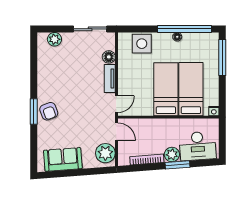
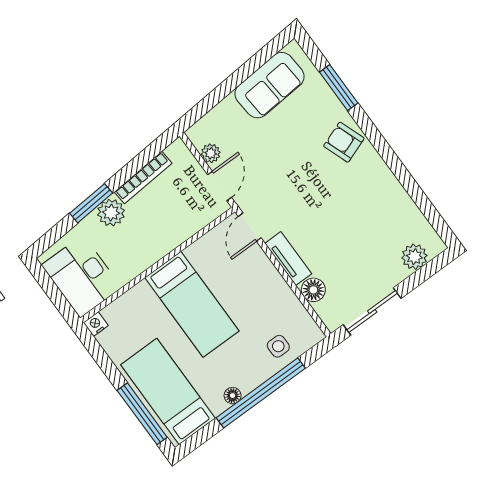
window: (185, 29) -> (261, 393), moved
side table: (142, 44) -> (278, 346), width x0.54, depth x0.54
bed: (191, 89) -> (168, 392), moved, turned 180
window: (34, 112) -> (339, 88), moved
door: (116, 132) -> (220, 186), swing flipped
desk: (198, 146) -> (82, 276), moved, turned -86
plant: (105, 153) -> (211, 153), width x0.53, depth x0.53

